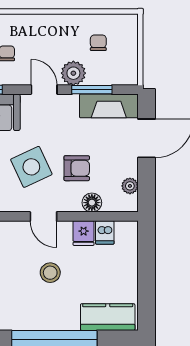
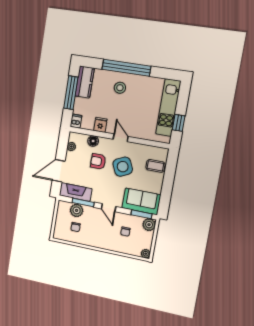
plant: (73, 73) -> (77, 210), moved
dishwasher: (105, 232) -> (76, 121), moved
stool: (50, 273) -> (120, 88), moved
window: (147, 281) -> (71, 93), added
kitchen counter: (108, 317) -> (85, 82), moved, turned -90

